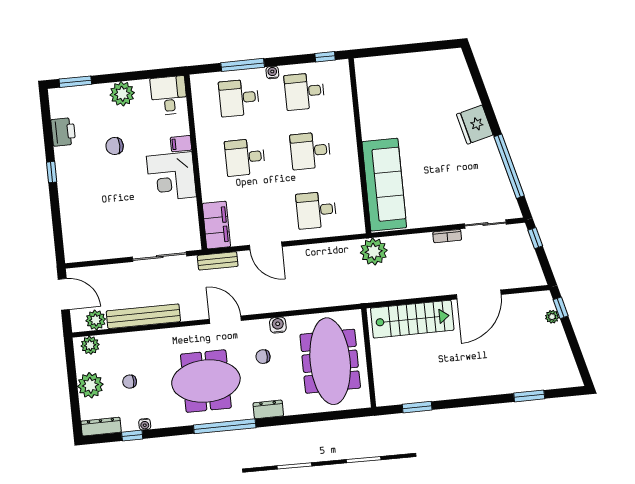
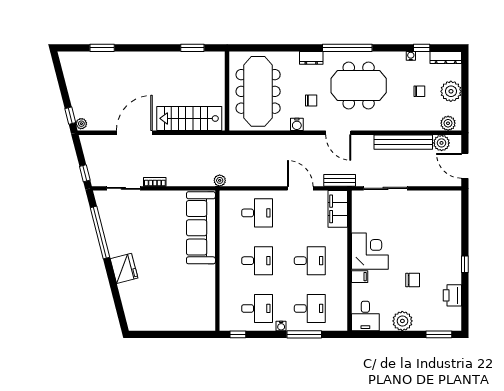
plant: (374, 252) -> (220, 180), width x0.53, depth x0.53
plant: (552, 317) -> (81, 124), moved

